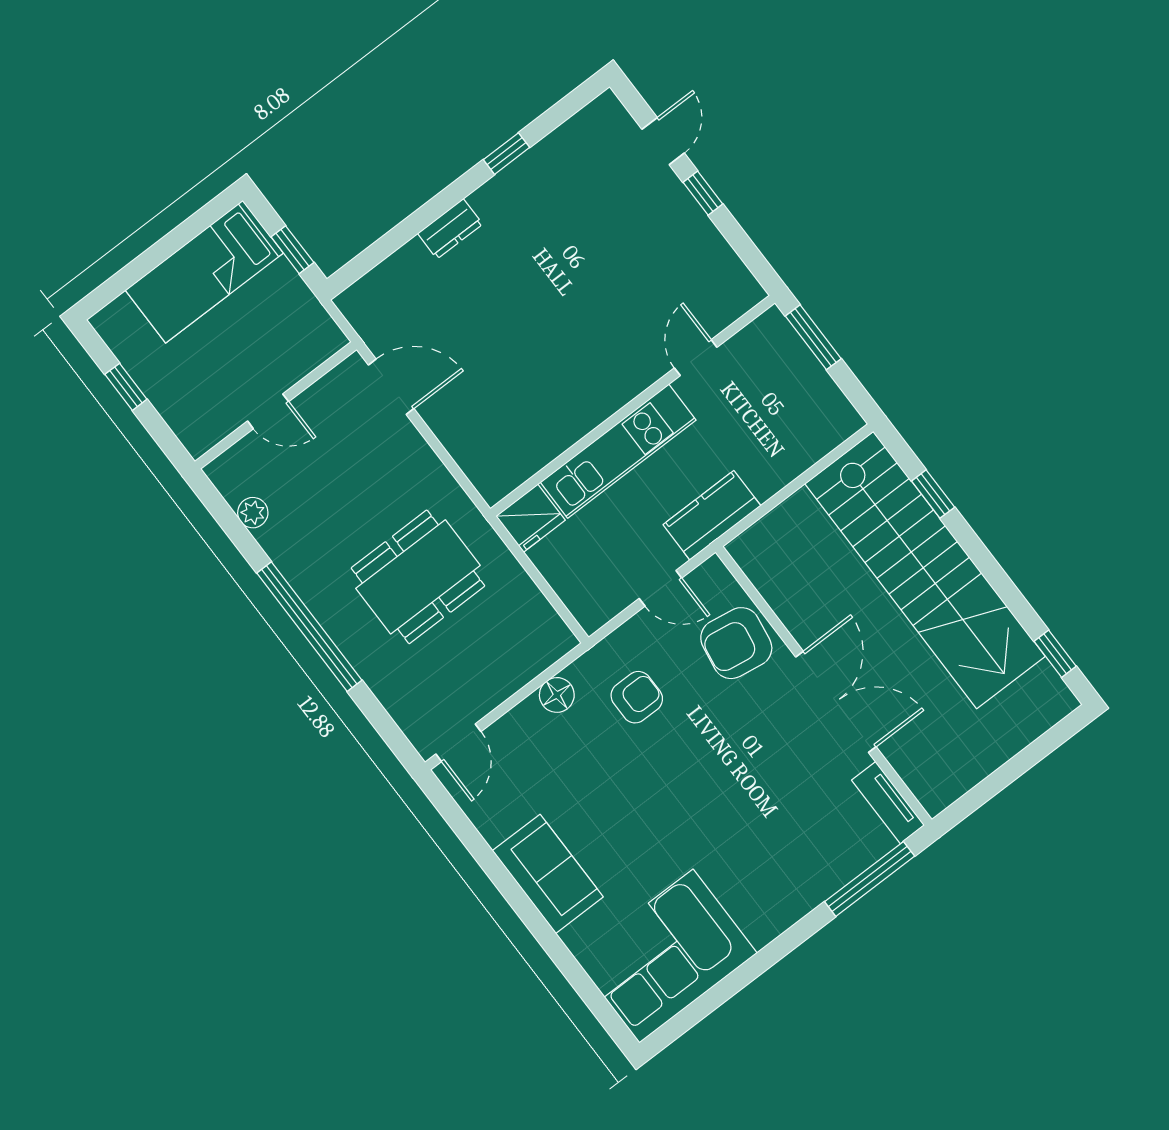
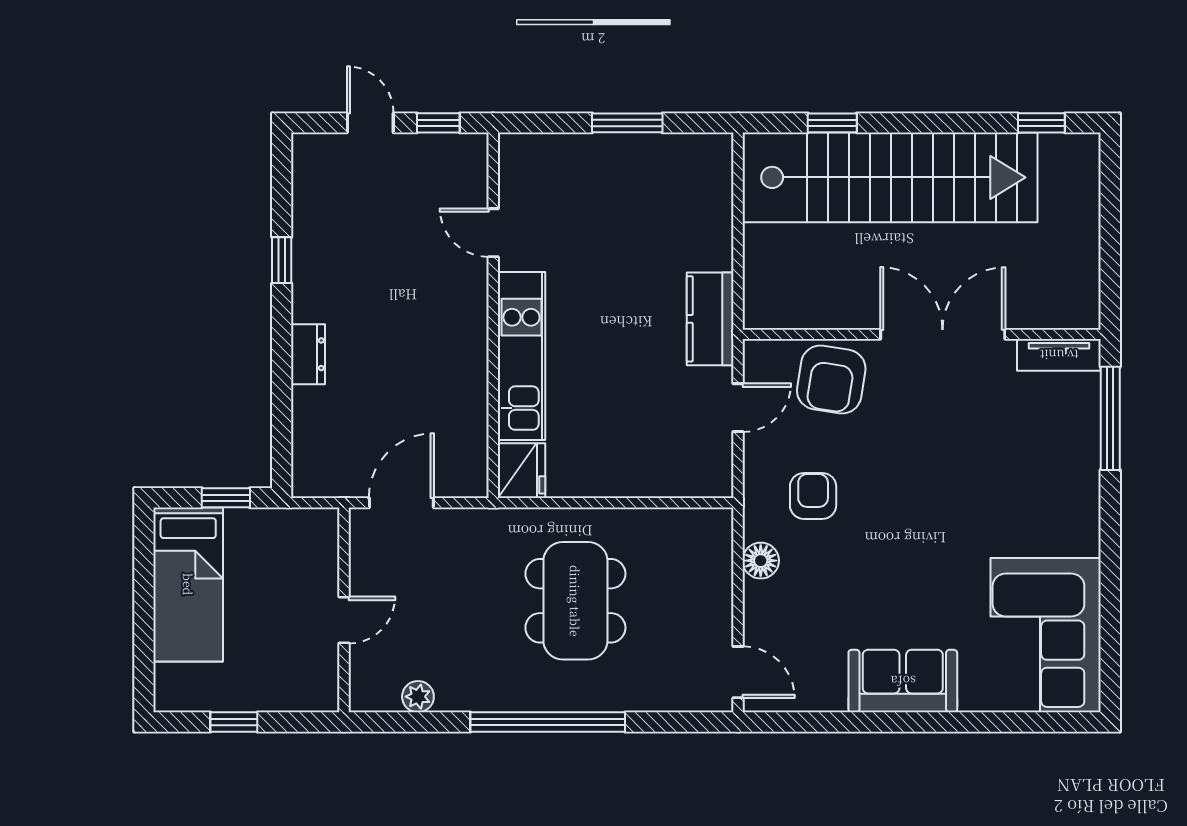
door: (696, 358) -> (493, 233), moved
wall: (633, 406) -> (493, 315), moved
kitchen unit: (618, 451) -> (521, 356), moved
fridge: (531, 518) -> (521, 471), moved

